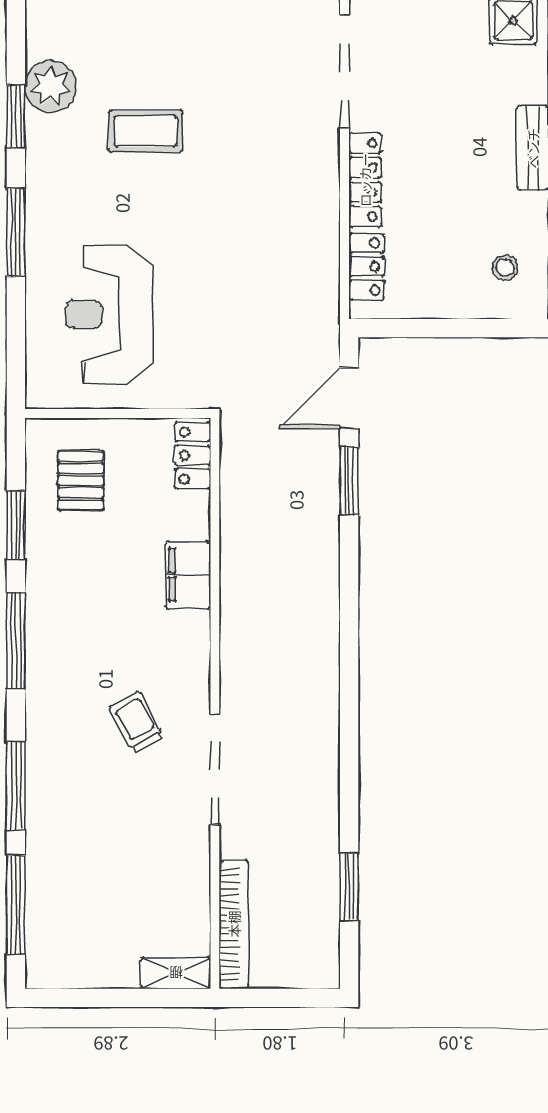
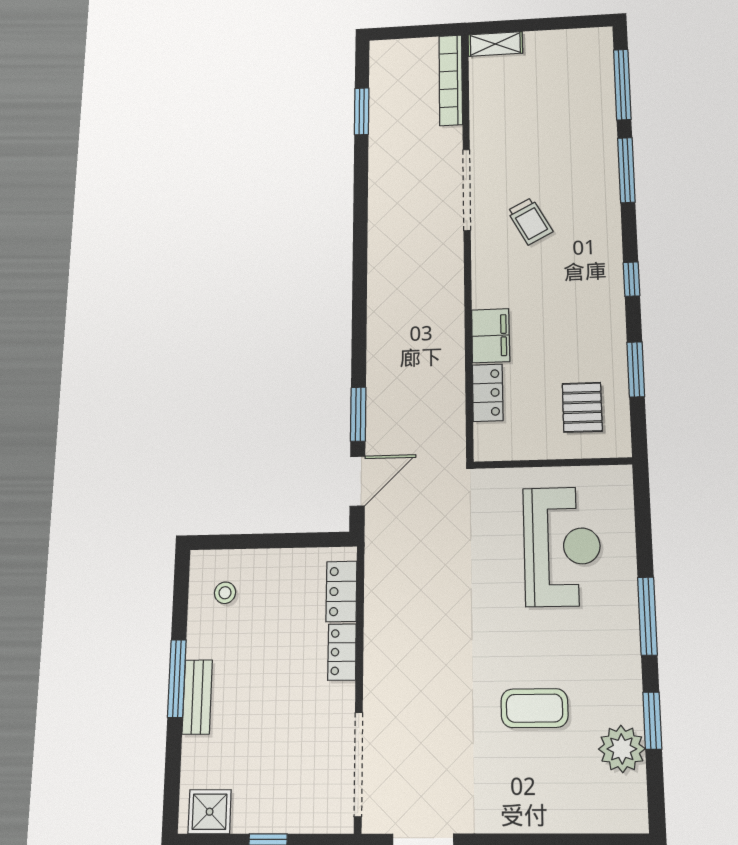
locker: (365, 180) -> (342, 652), width x0.66
locker: (193, 455) -> (488, 393), moved
window: (16, 641) -> (631, 279), width x0.46

